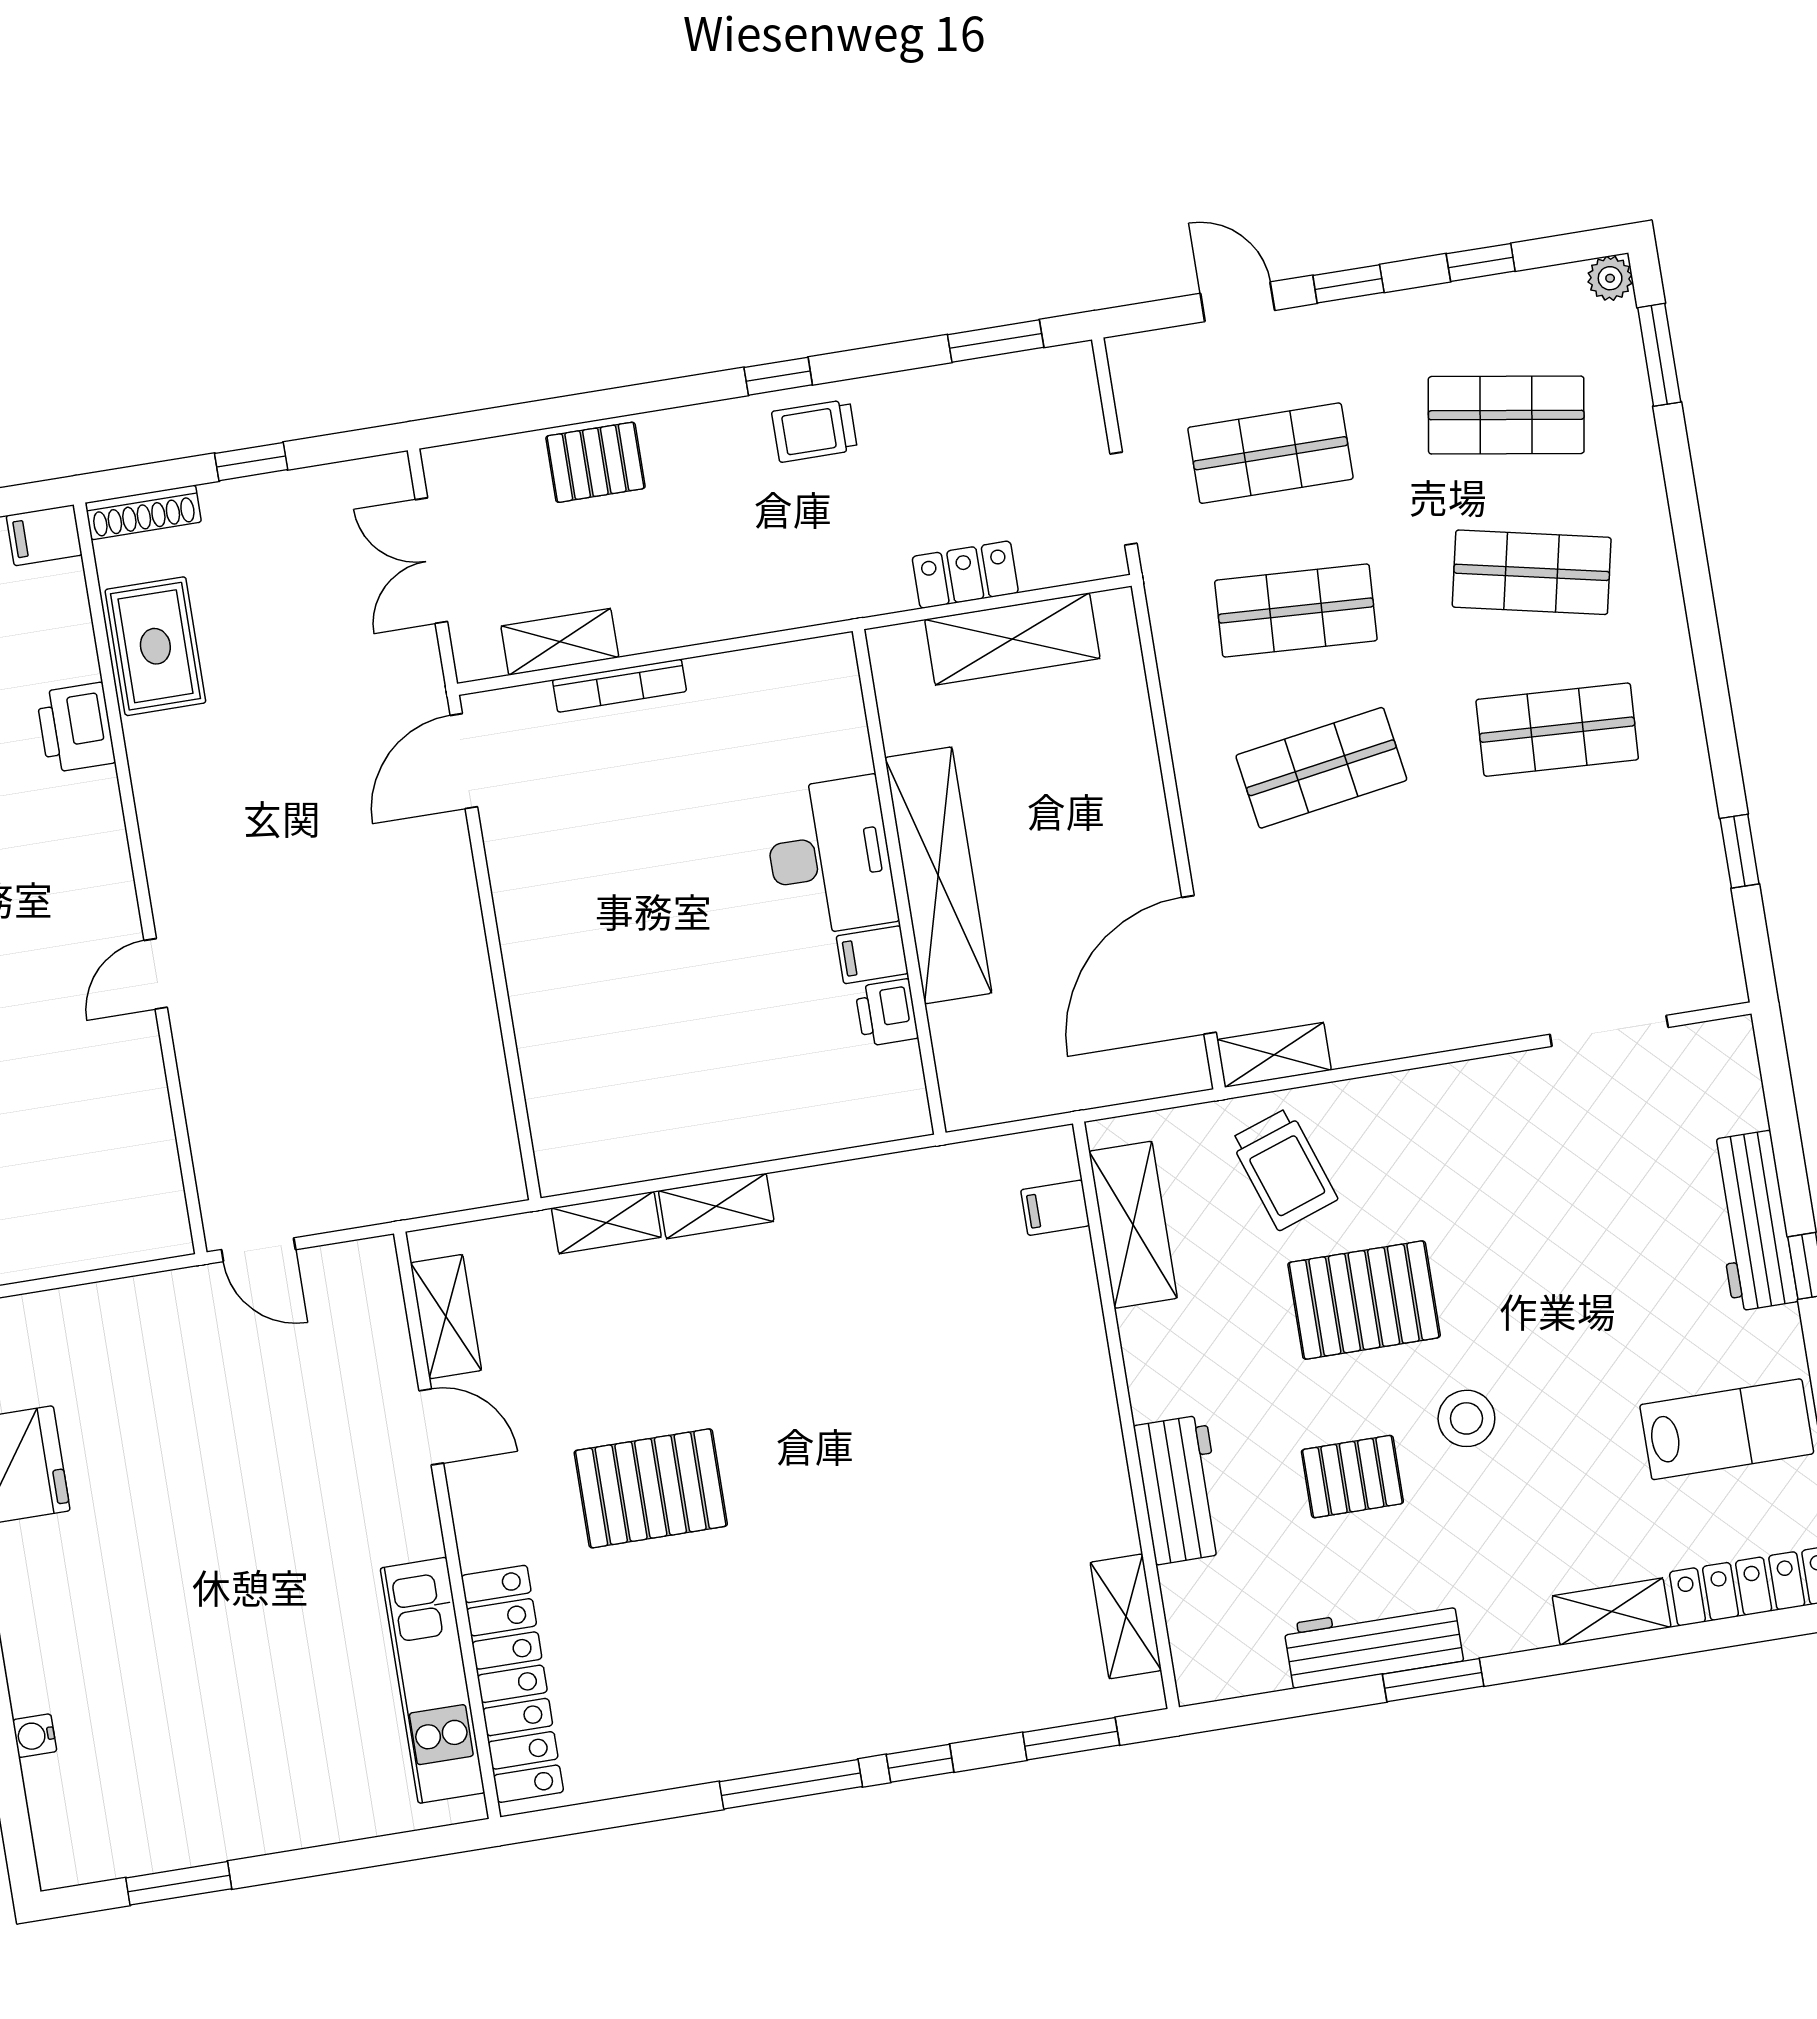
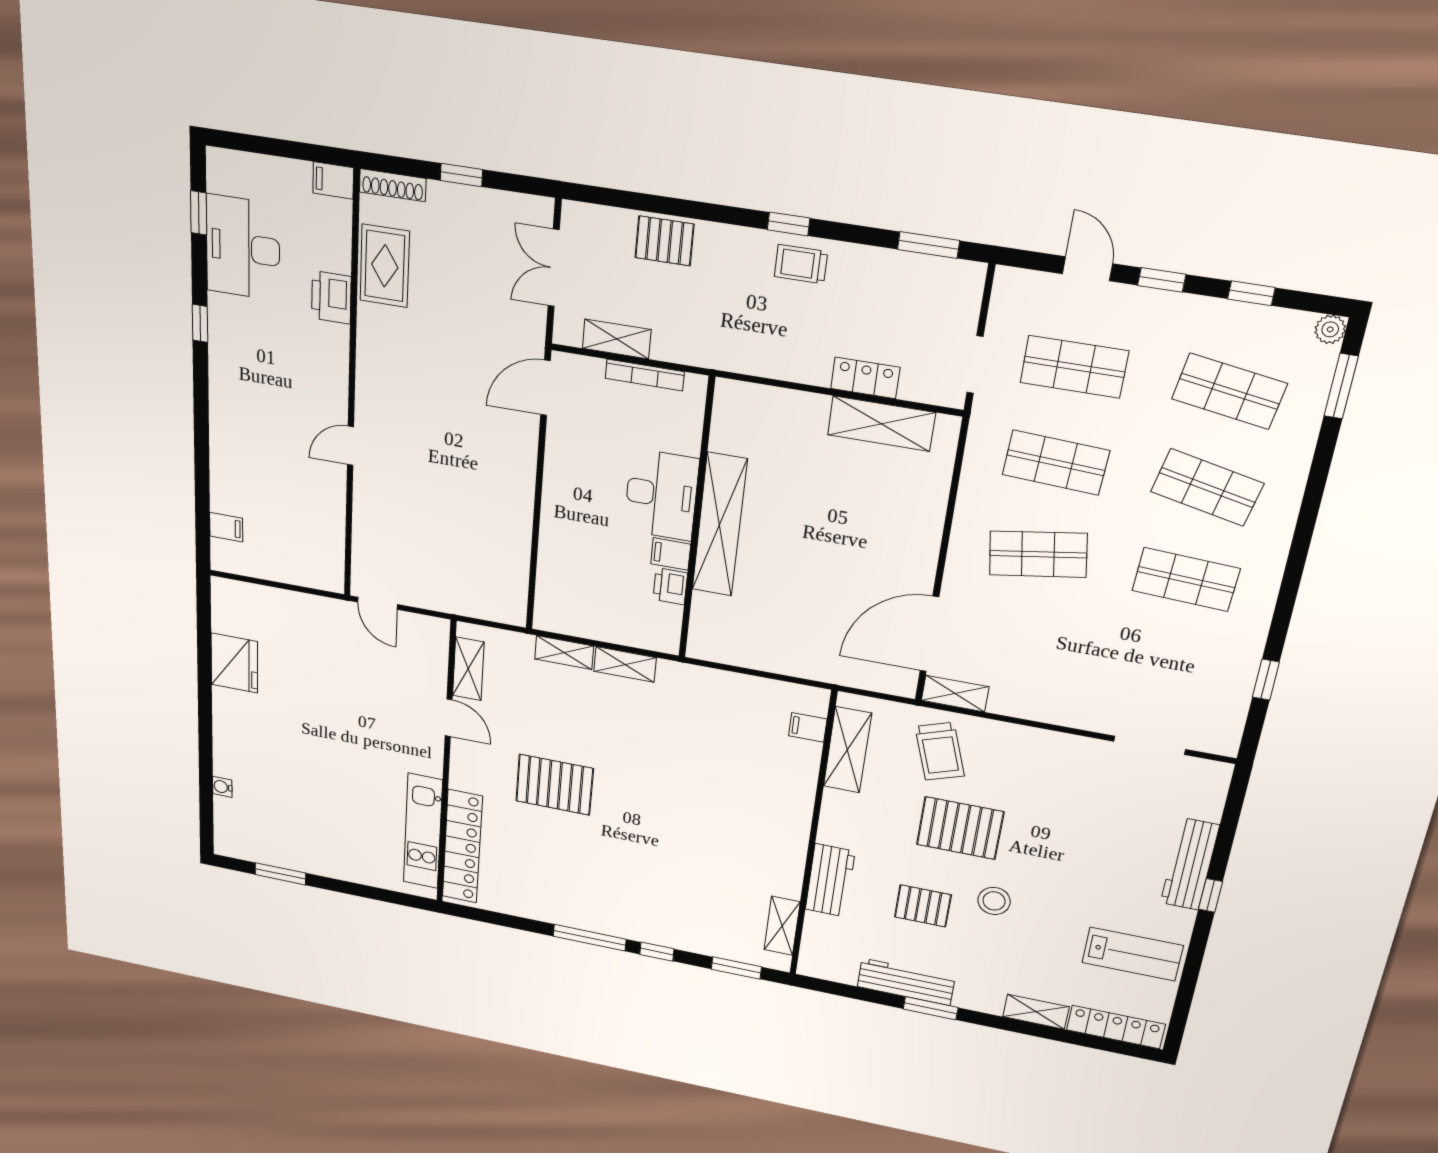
desk: (830, 857) -> (661, 495), moved
shelving: (938, 875) -> (719, 525), moved
wall: (899, 882) -> (696, 521), moved
filing cabinet: (872, 955) -> (671, 554), moved
printer: (887, 1013) -> (670, 586), moved

